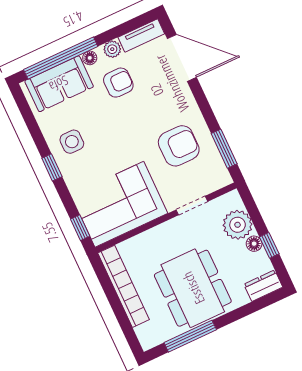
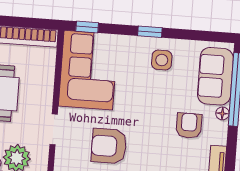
plant: (112, 49) -> (219, 136), removed
armchair: (118, 83) -> (189, 126), turned 180
armchair: (179, 146) -> (109, 146), turned 90

